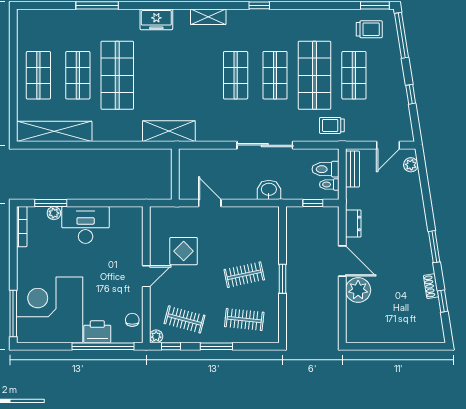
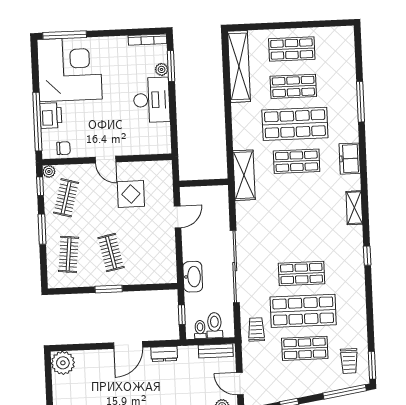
shop shelf: (236, 75) -> (297, 161), moved
sliding door: (265, 145) -> (235, 267), width x1.36
washbasin: (269, 190) -> (193, 277), width x1.38
plant: (358, 290) -> (63, 363), moved

